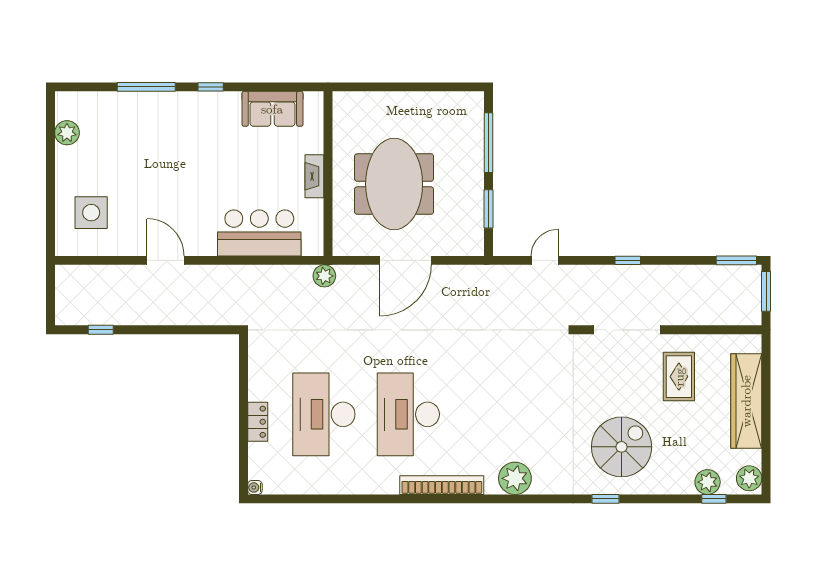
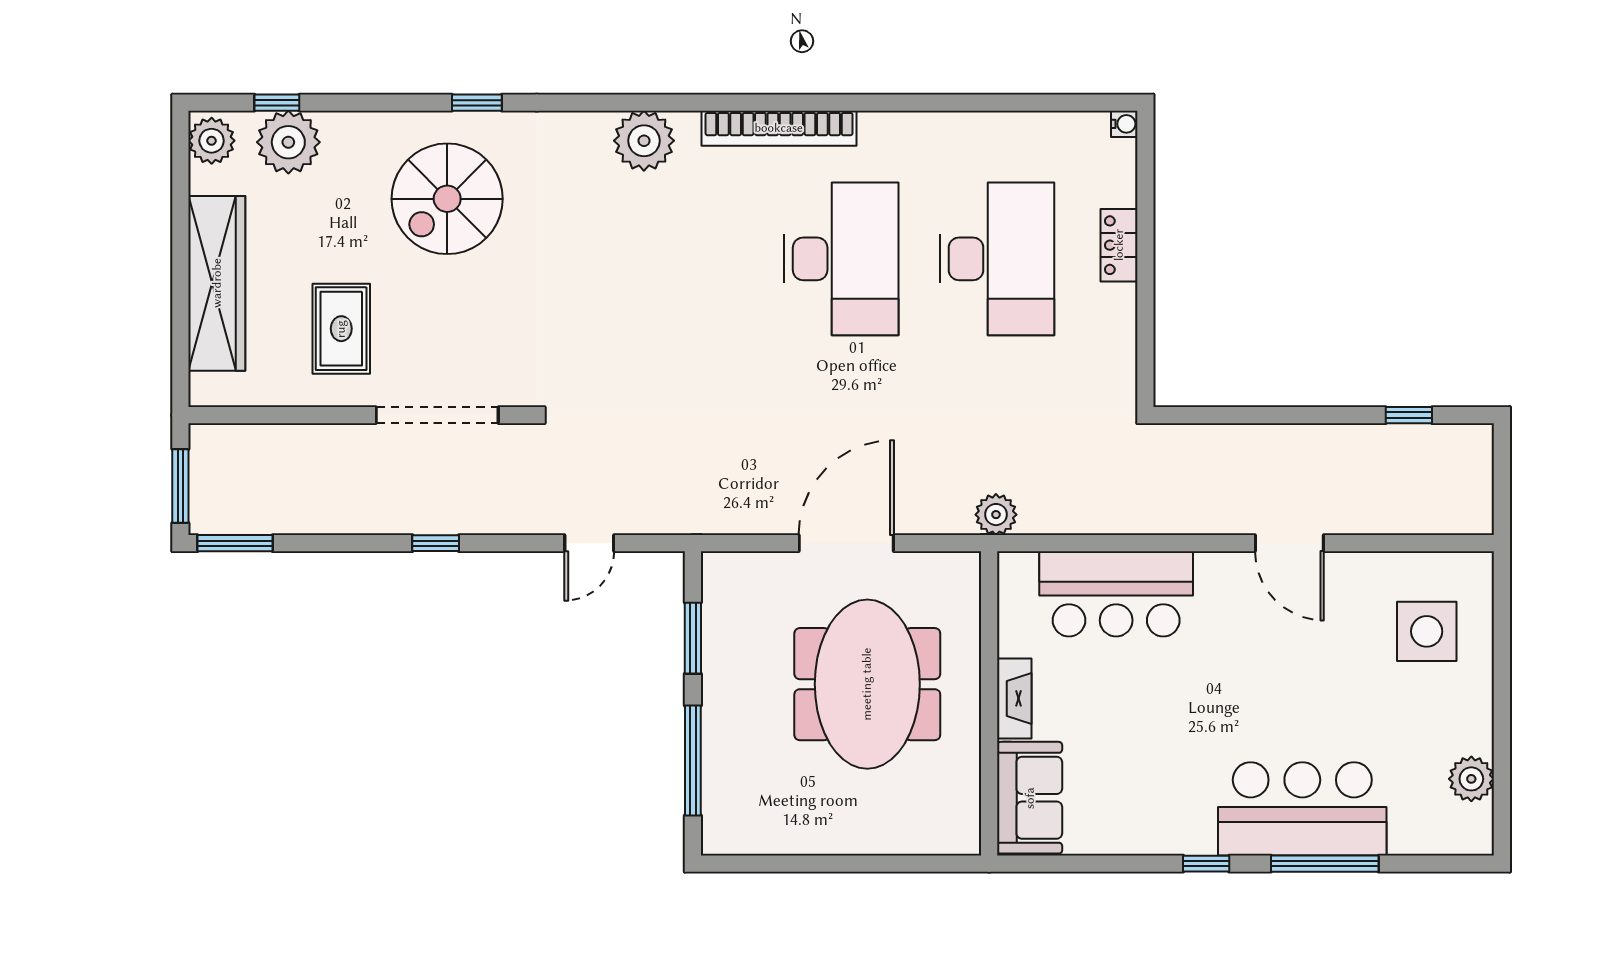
sofa: (272, 109) -> (1030, 798), moved, turned 90
bar counter: (159, 117) -> (1302, 809), added
plant: (708, 482) -> (288, 142), width x1.36, depth x1.36

